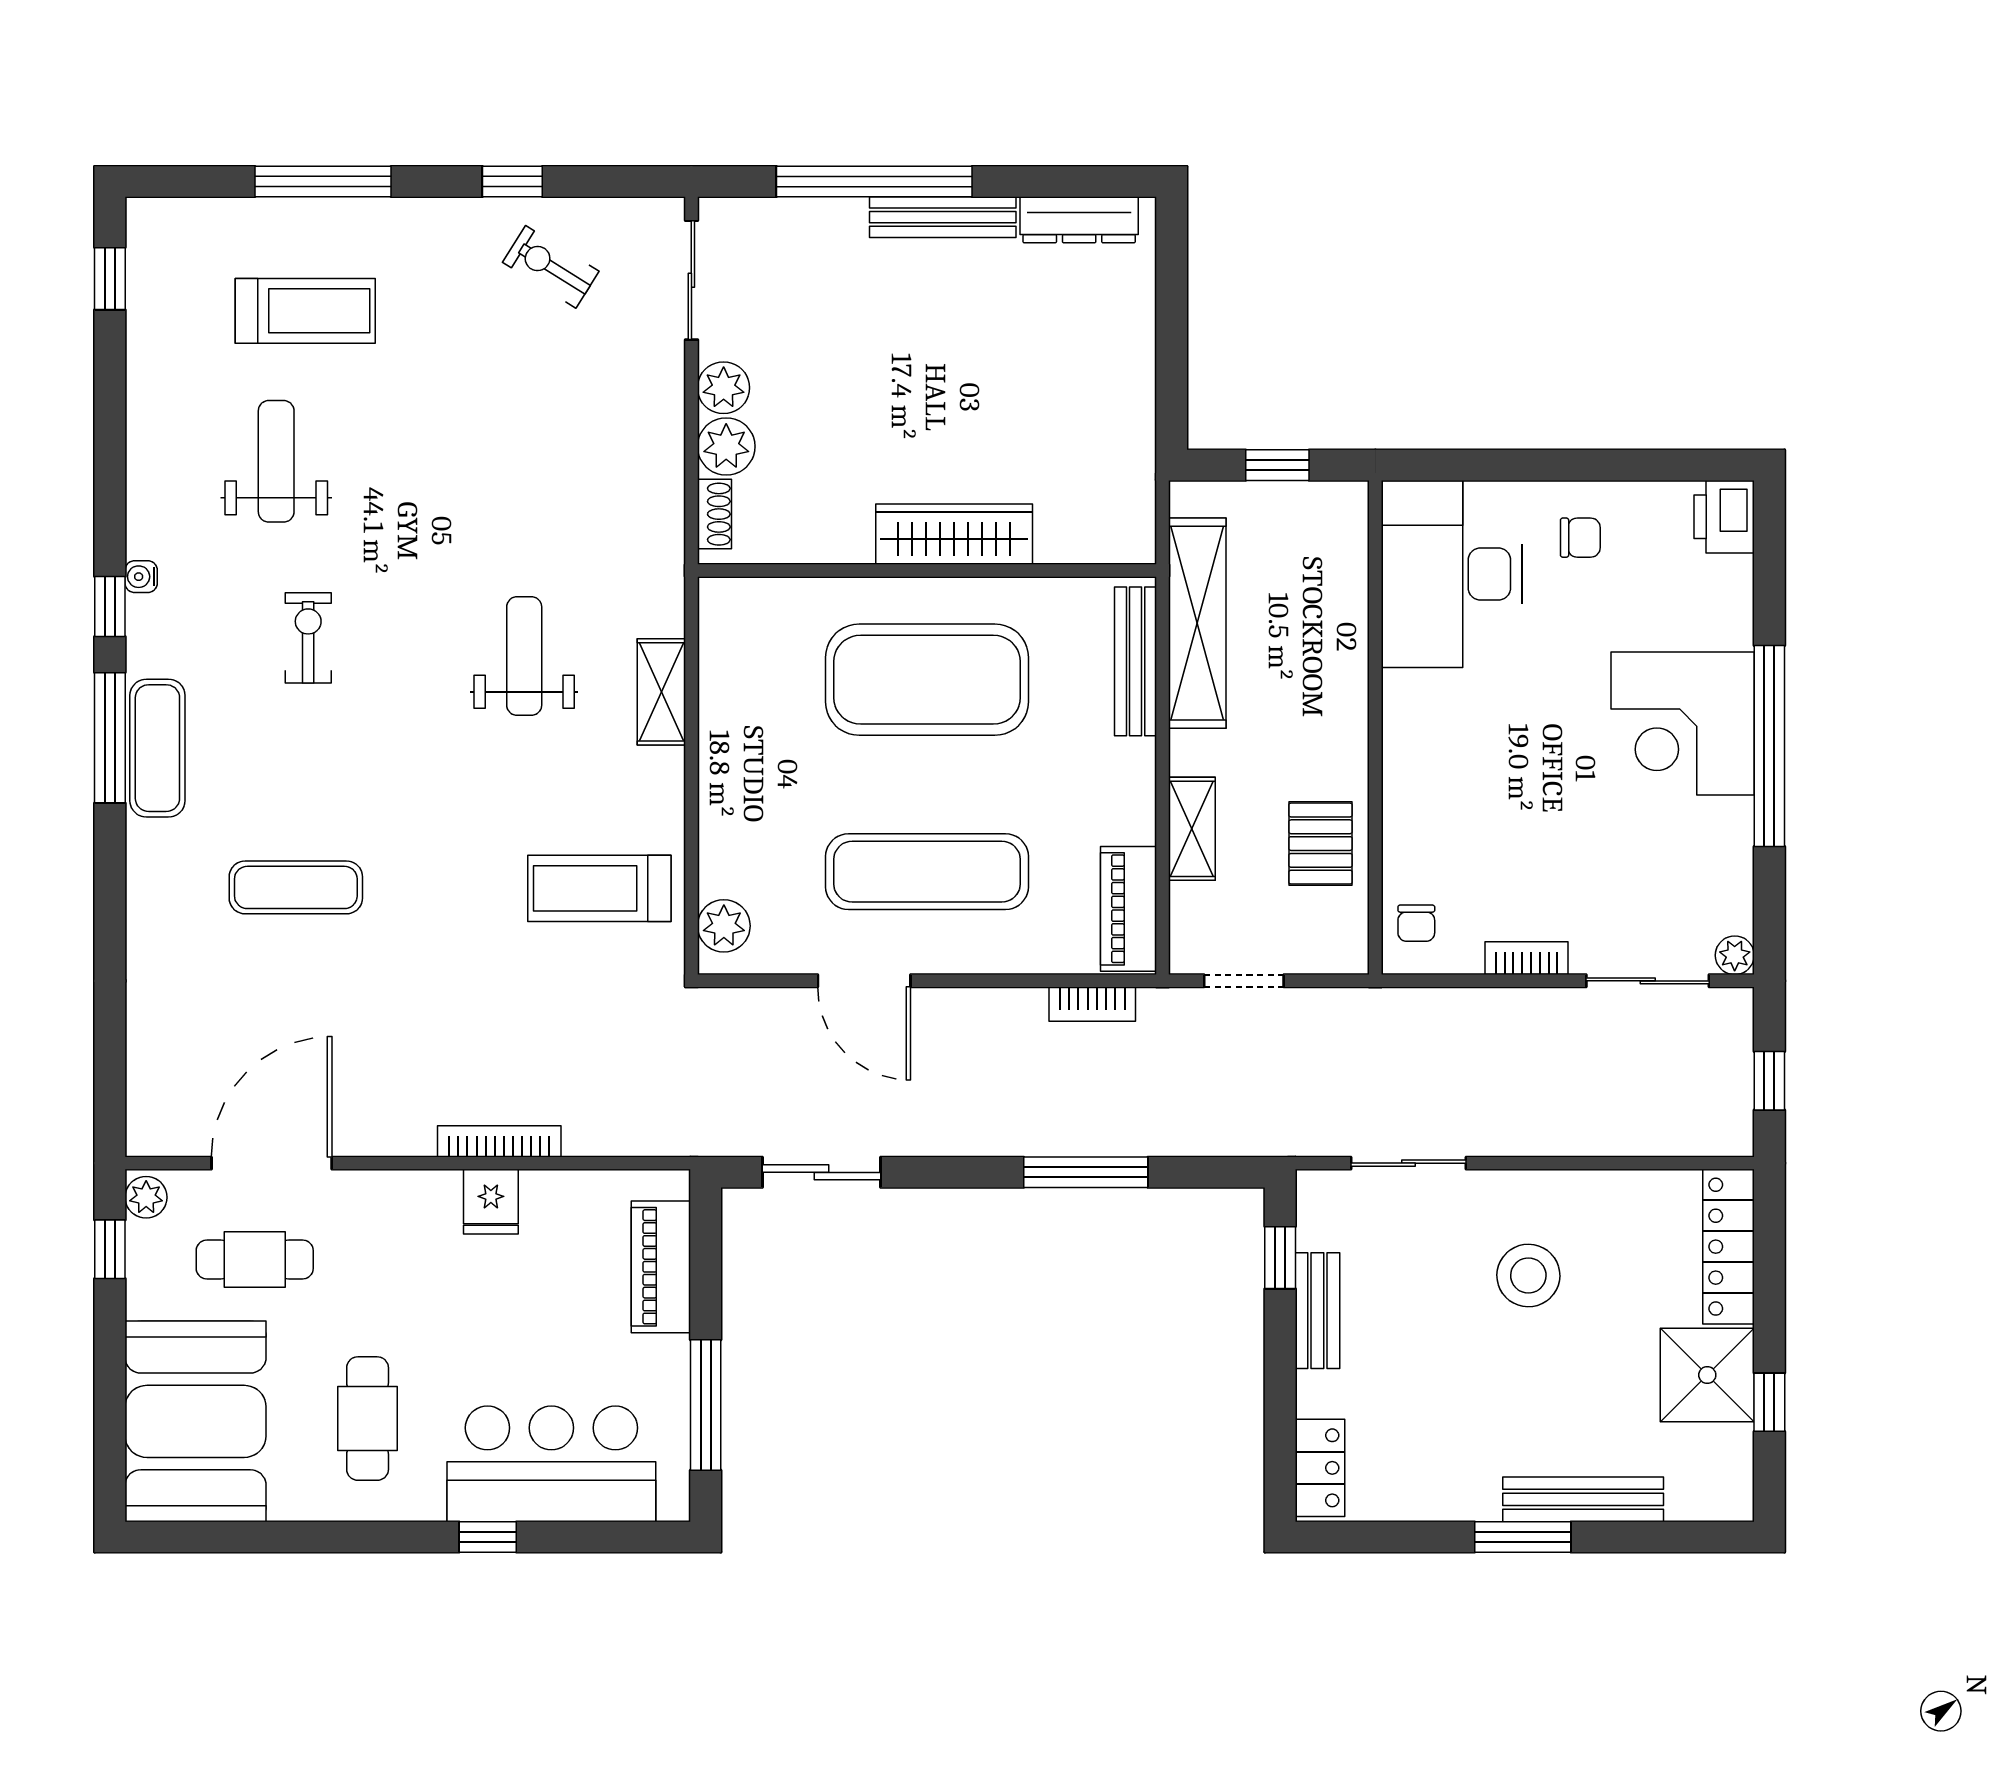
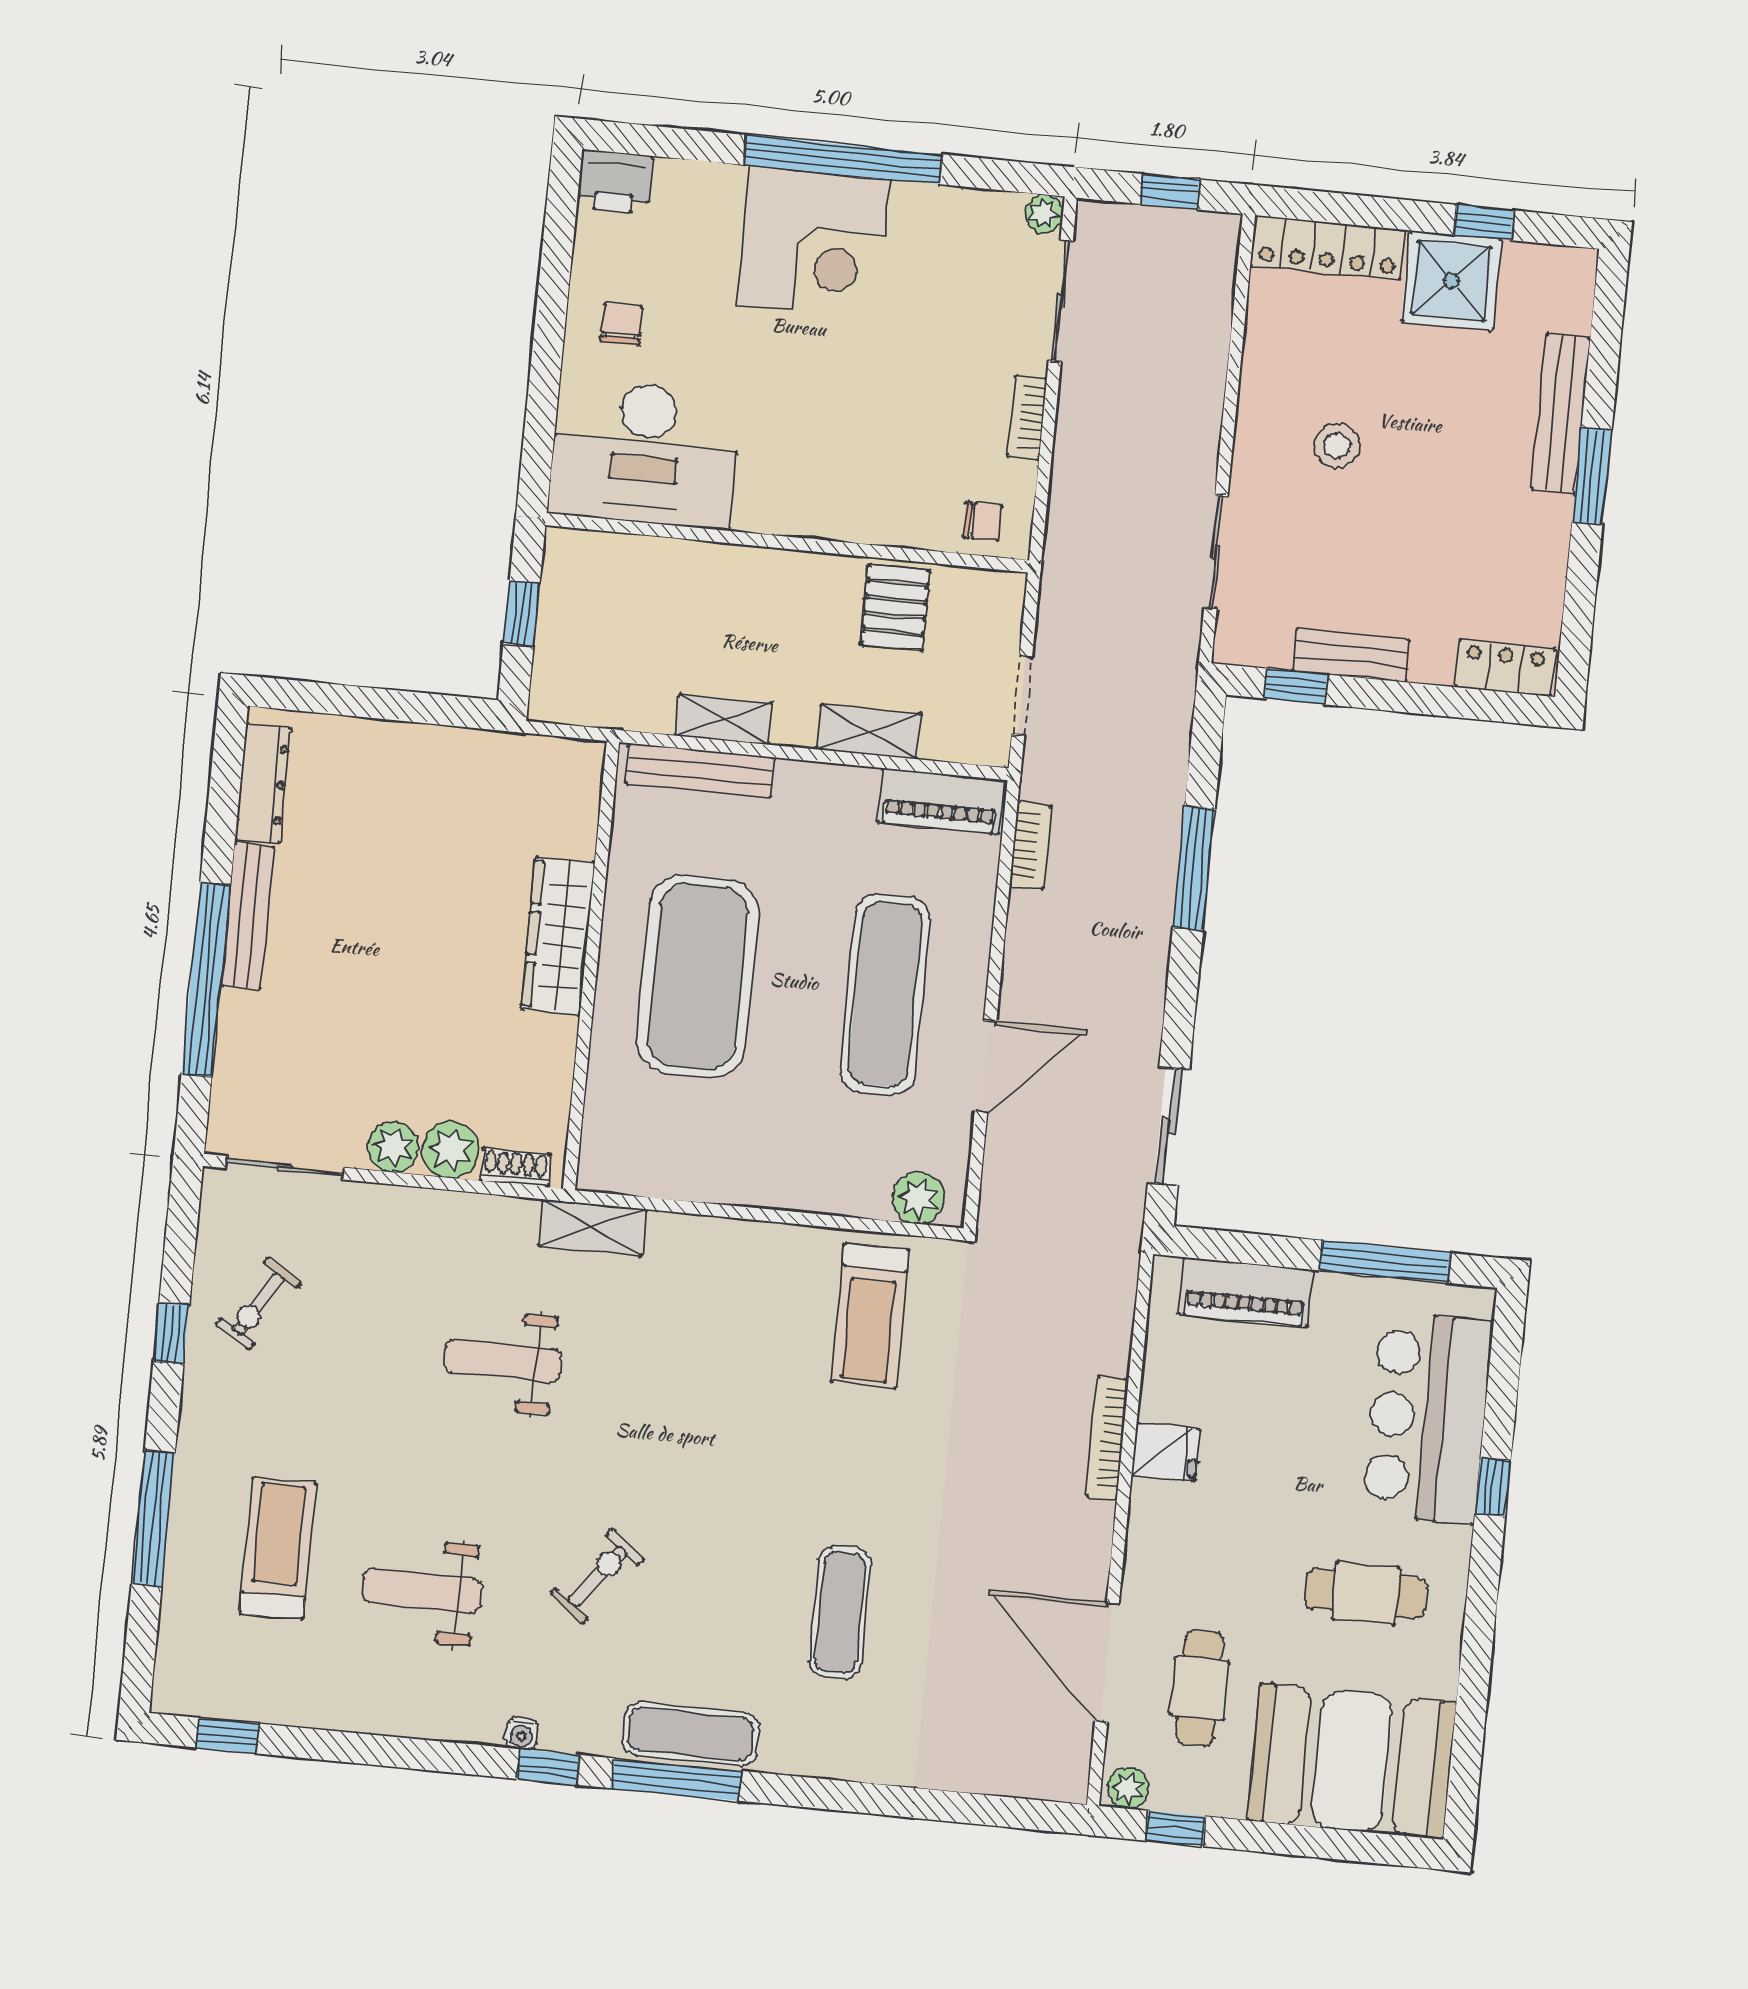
shelving: (1197, 623) -> (724, 719), width x0.45, depth x0.75
exercise bike: (308, 638) -> (597, 1576), turned 128
weight bench: (524, 656) -> (502, 1361), moved
shelving: (661, 692) -> (592, 1228), moved
pallet: (1321, 844) -> (895, 607), turned 90
stool: (1528, 1276) -> (1337, 446), width x0.73, depth x0.73

